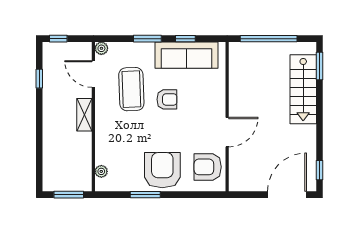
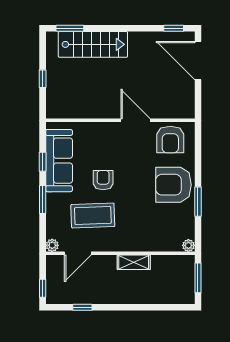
window: (269, 39) -> (43, 79), width x0.32
shelving: (84, 115) -> (134, 262), moved
plant: (101, 171) -> (188, 245), moved

